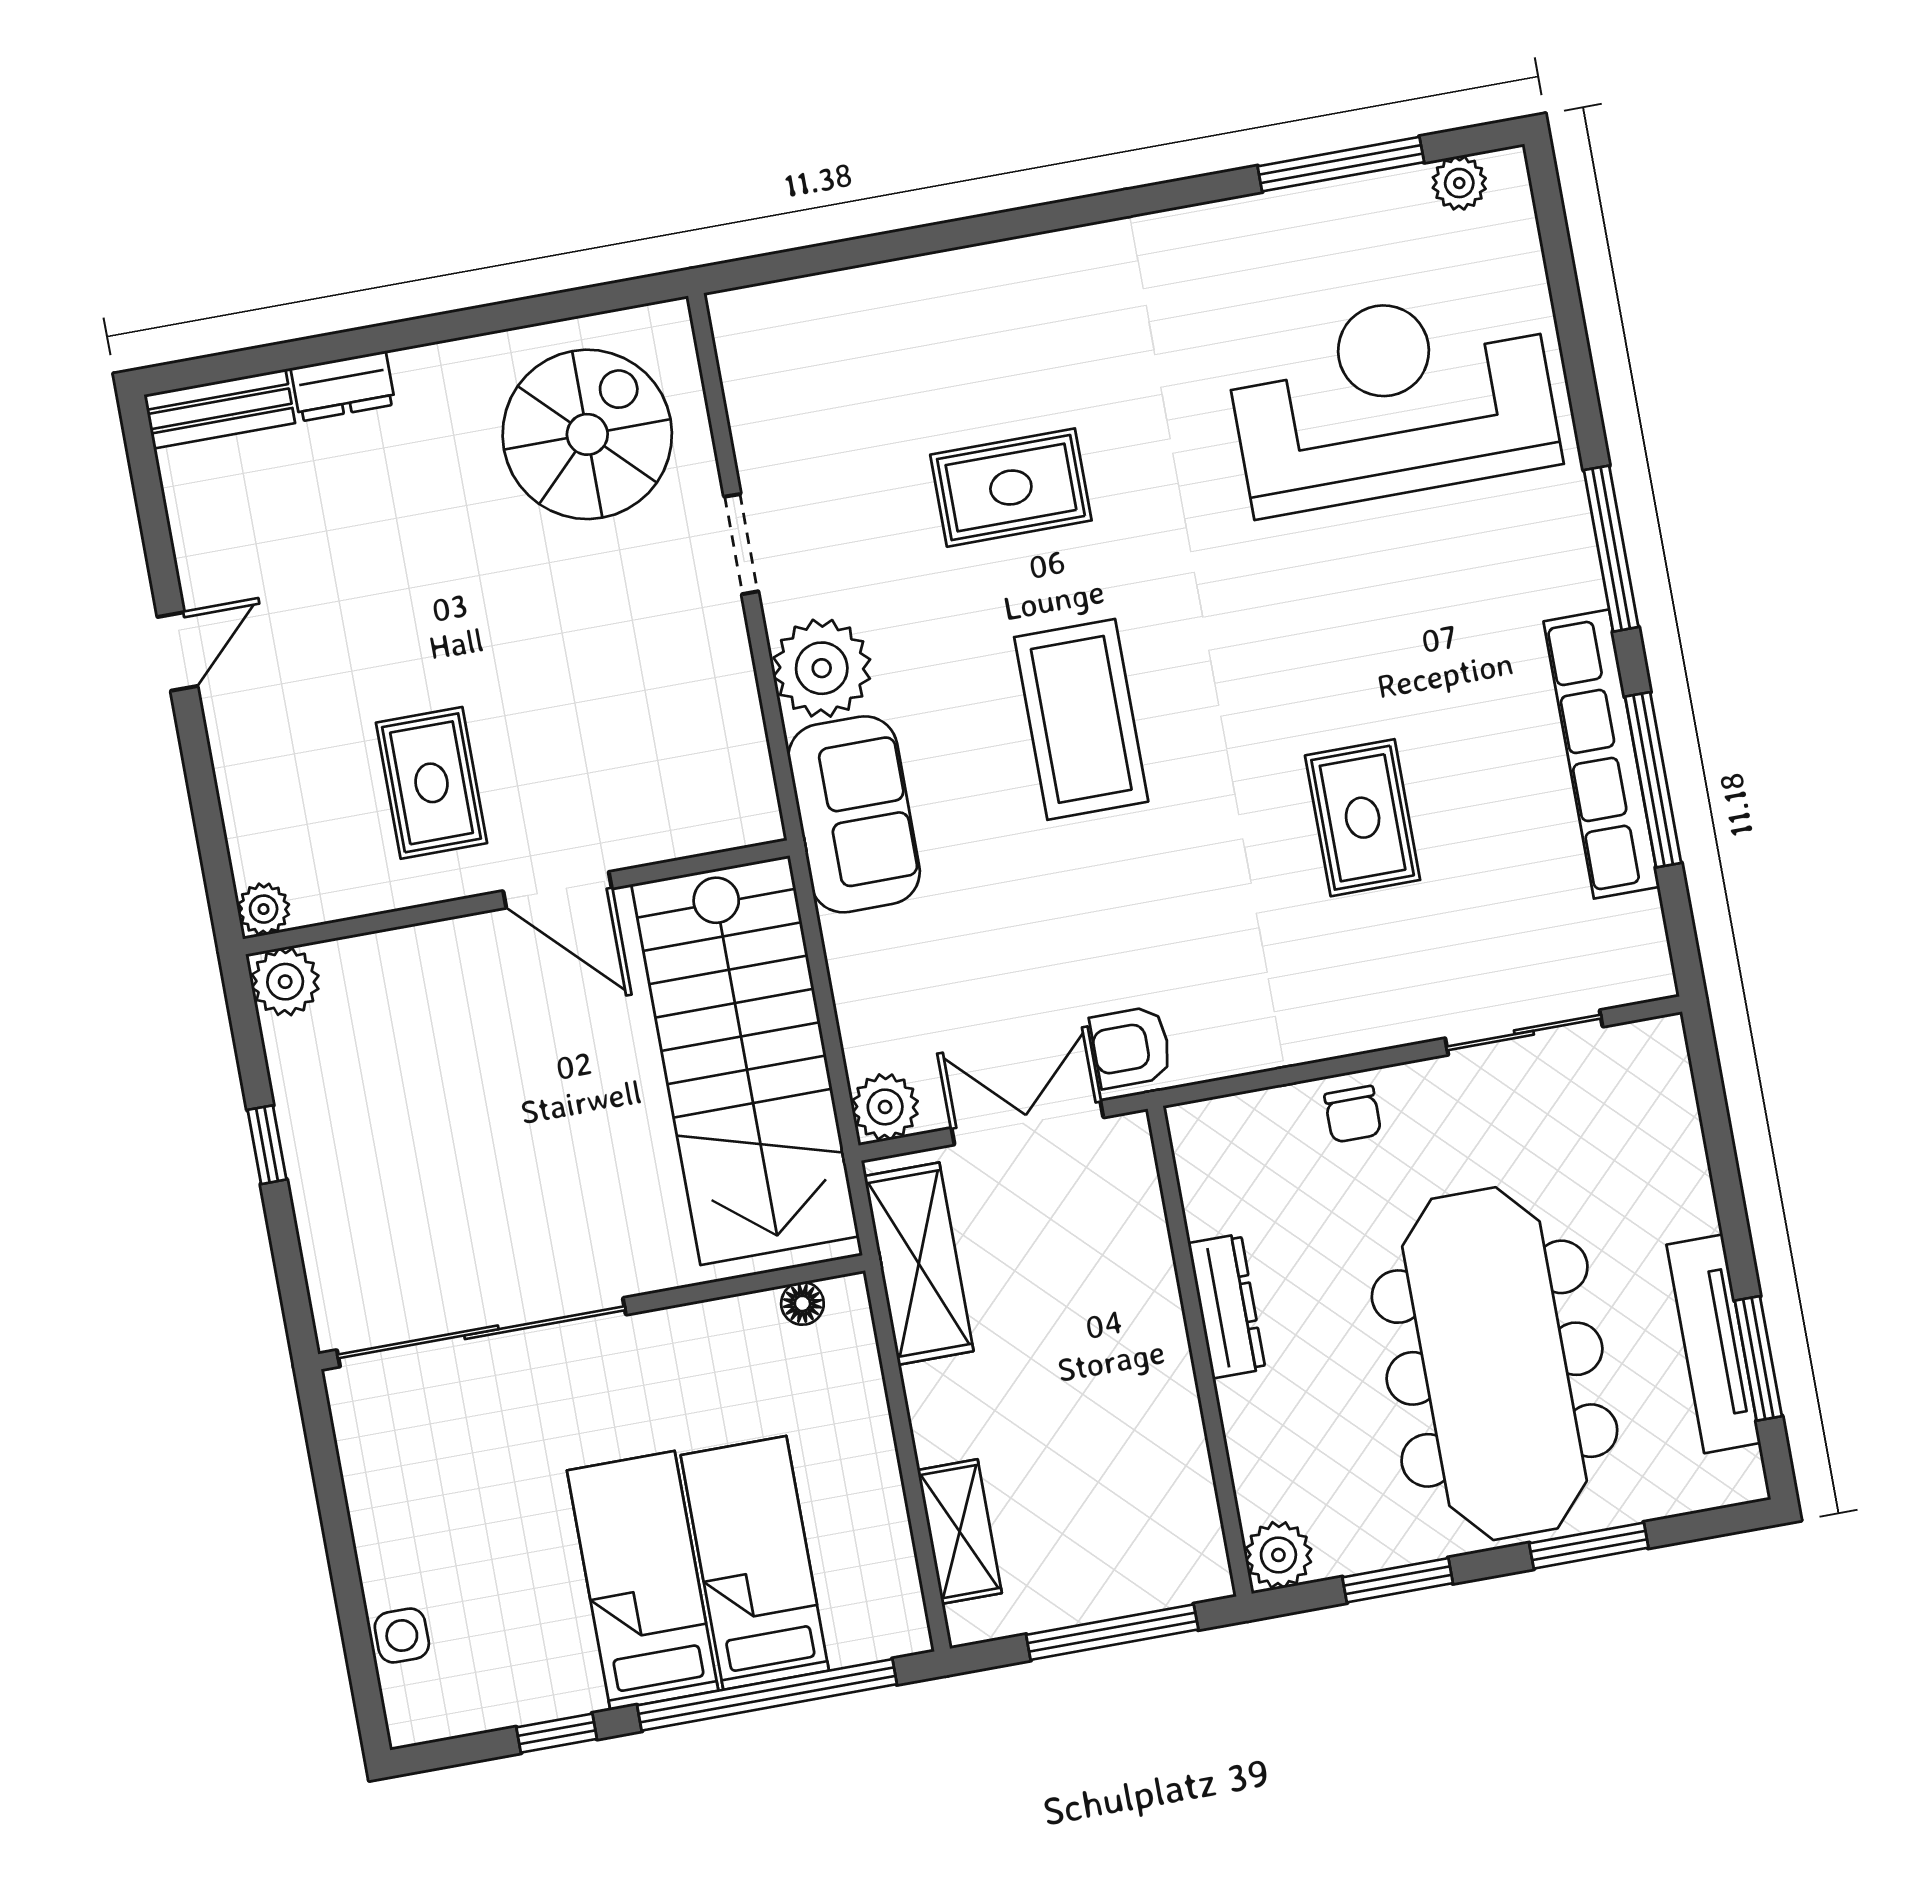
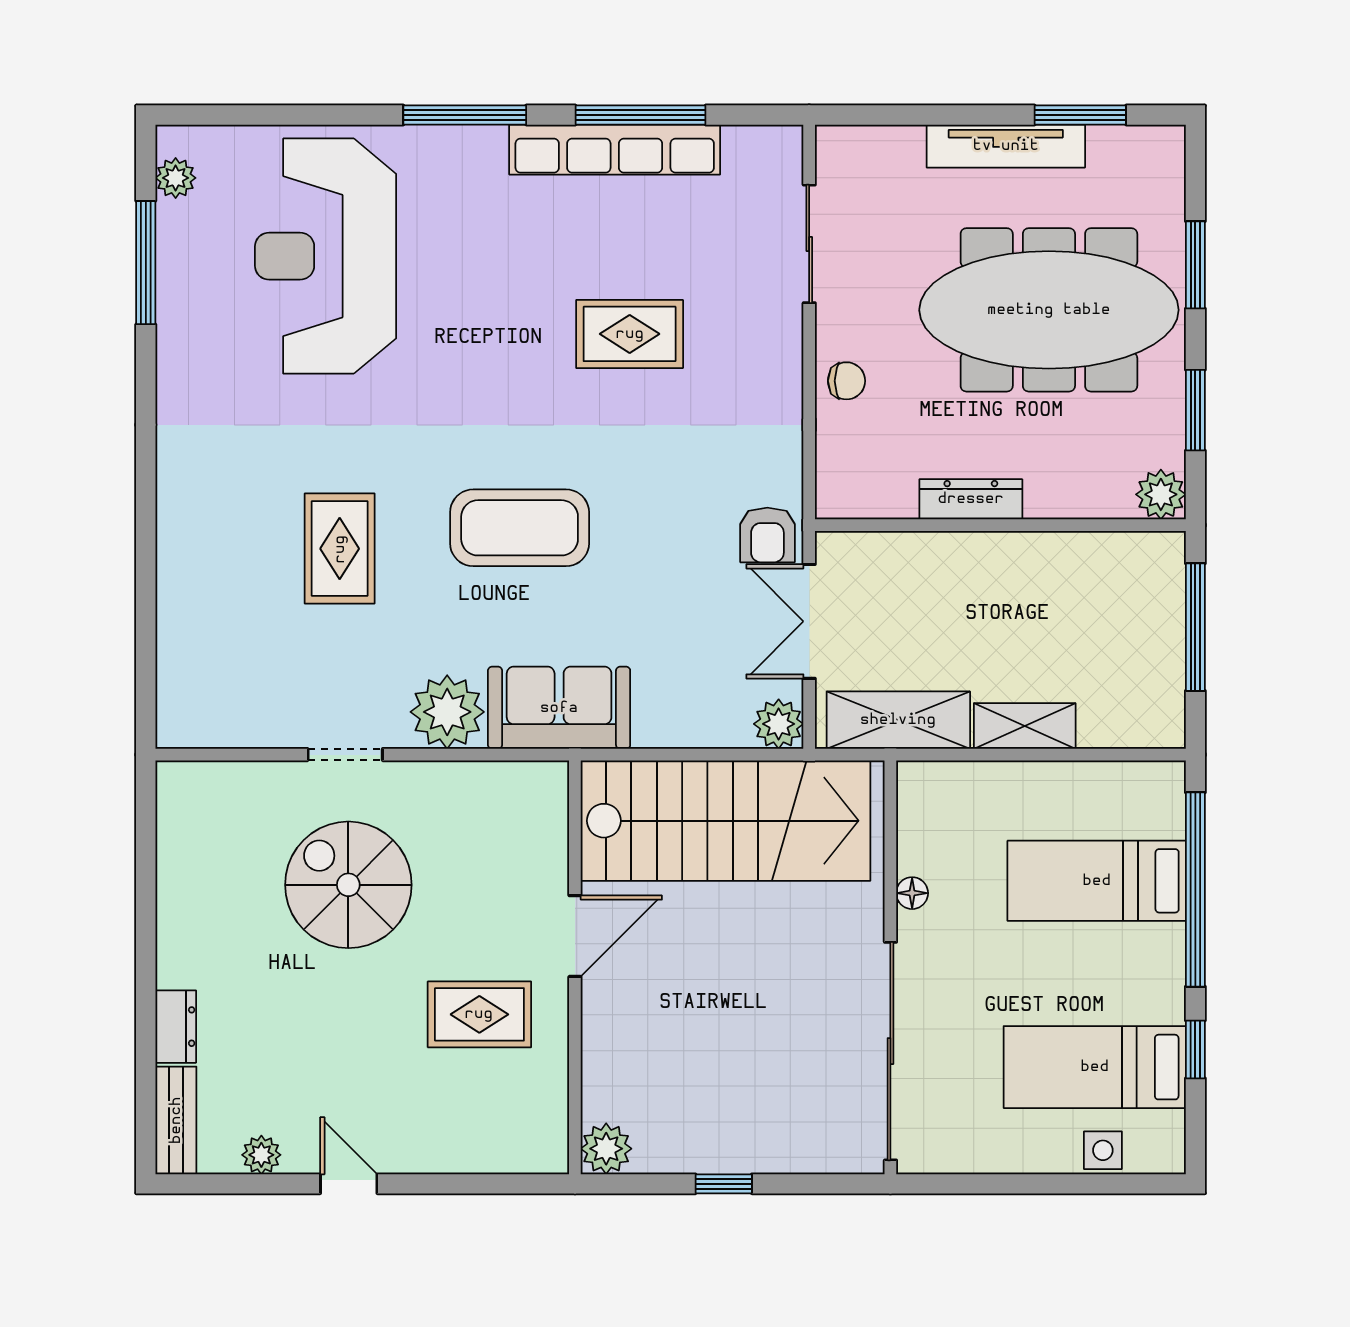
spiral stairs: (587, 434) -> (348, 885), moved
plant: (264, 909) -> (261, 1155), moved
floor lamp: (802, 1303) -> (912, 893), moved
tv unit: (1713, 1344) -> (1006, 146), moved
shelving: (960, 1532) -> (1025, 726), moved
bed: (643, 1581) -> (1095, 1067), moved

